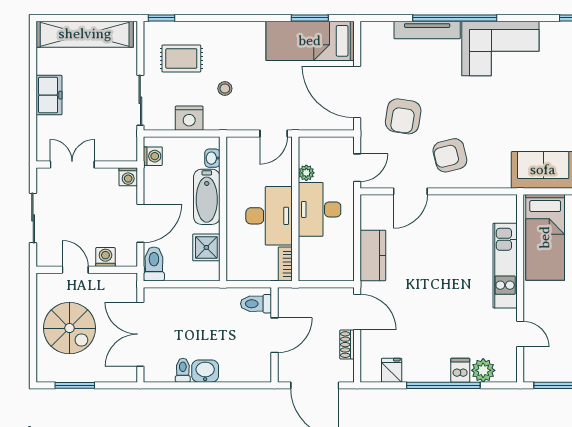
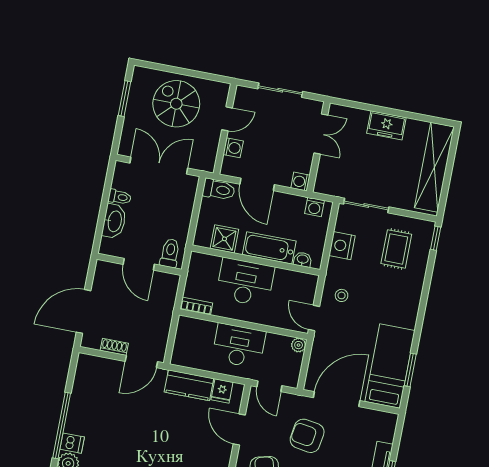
stool: (225, 89) -> (342, 295), moved
plant: (306, 173) -> (299, 345), moved
desk: (269, 216) -> (245, 282), moved, turned 180
toilet: (256, 304) -> (170, 253), moved
spiral stairs: (69, 328) -> (176, 104), turned 90
door: (275, 335) -> (139, 264), moved
wall: (275, 335) -> (139, 264), moved
fridge: (392, 370) -> (222, 391), moved, turned 90
washbasin: (205, 371) -> (114, 221), width x1.38

